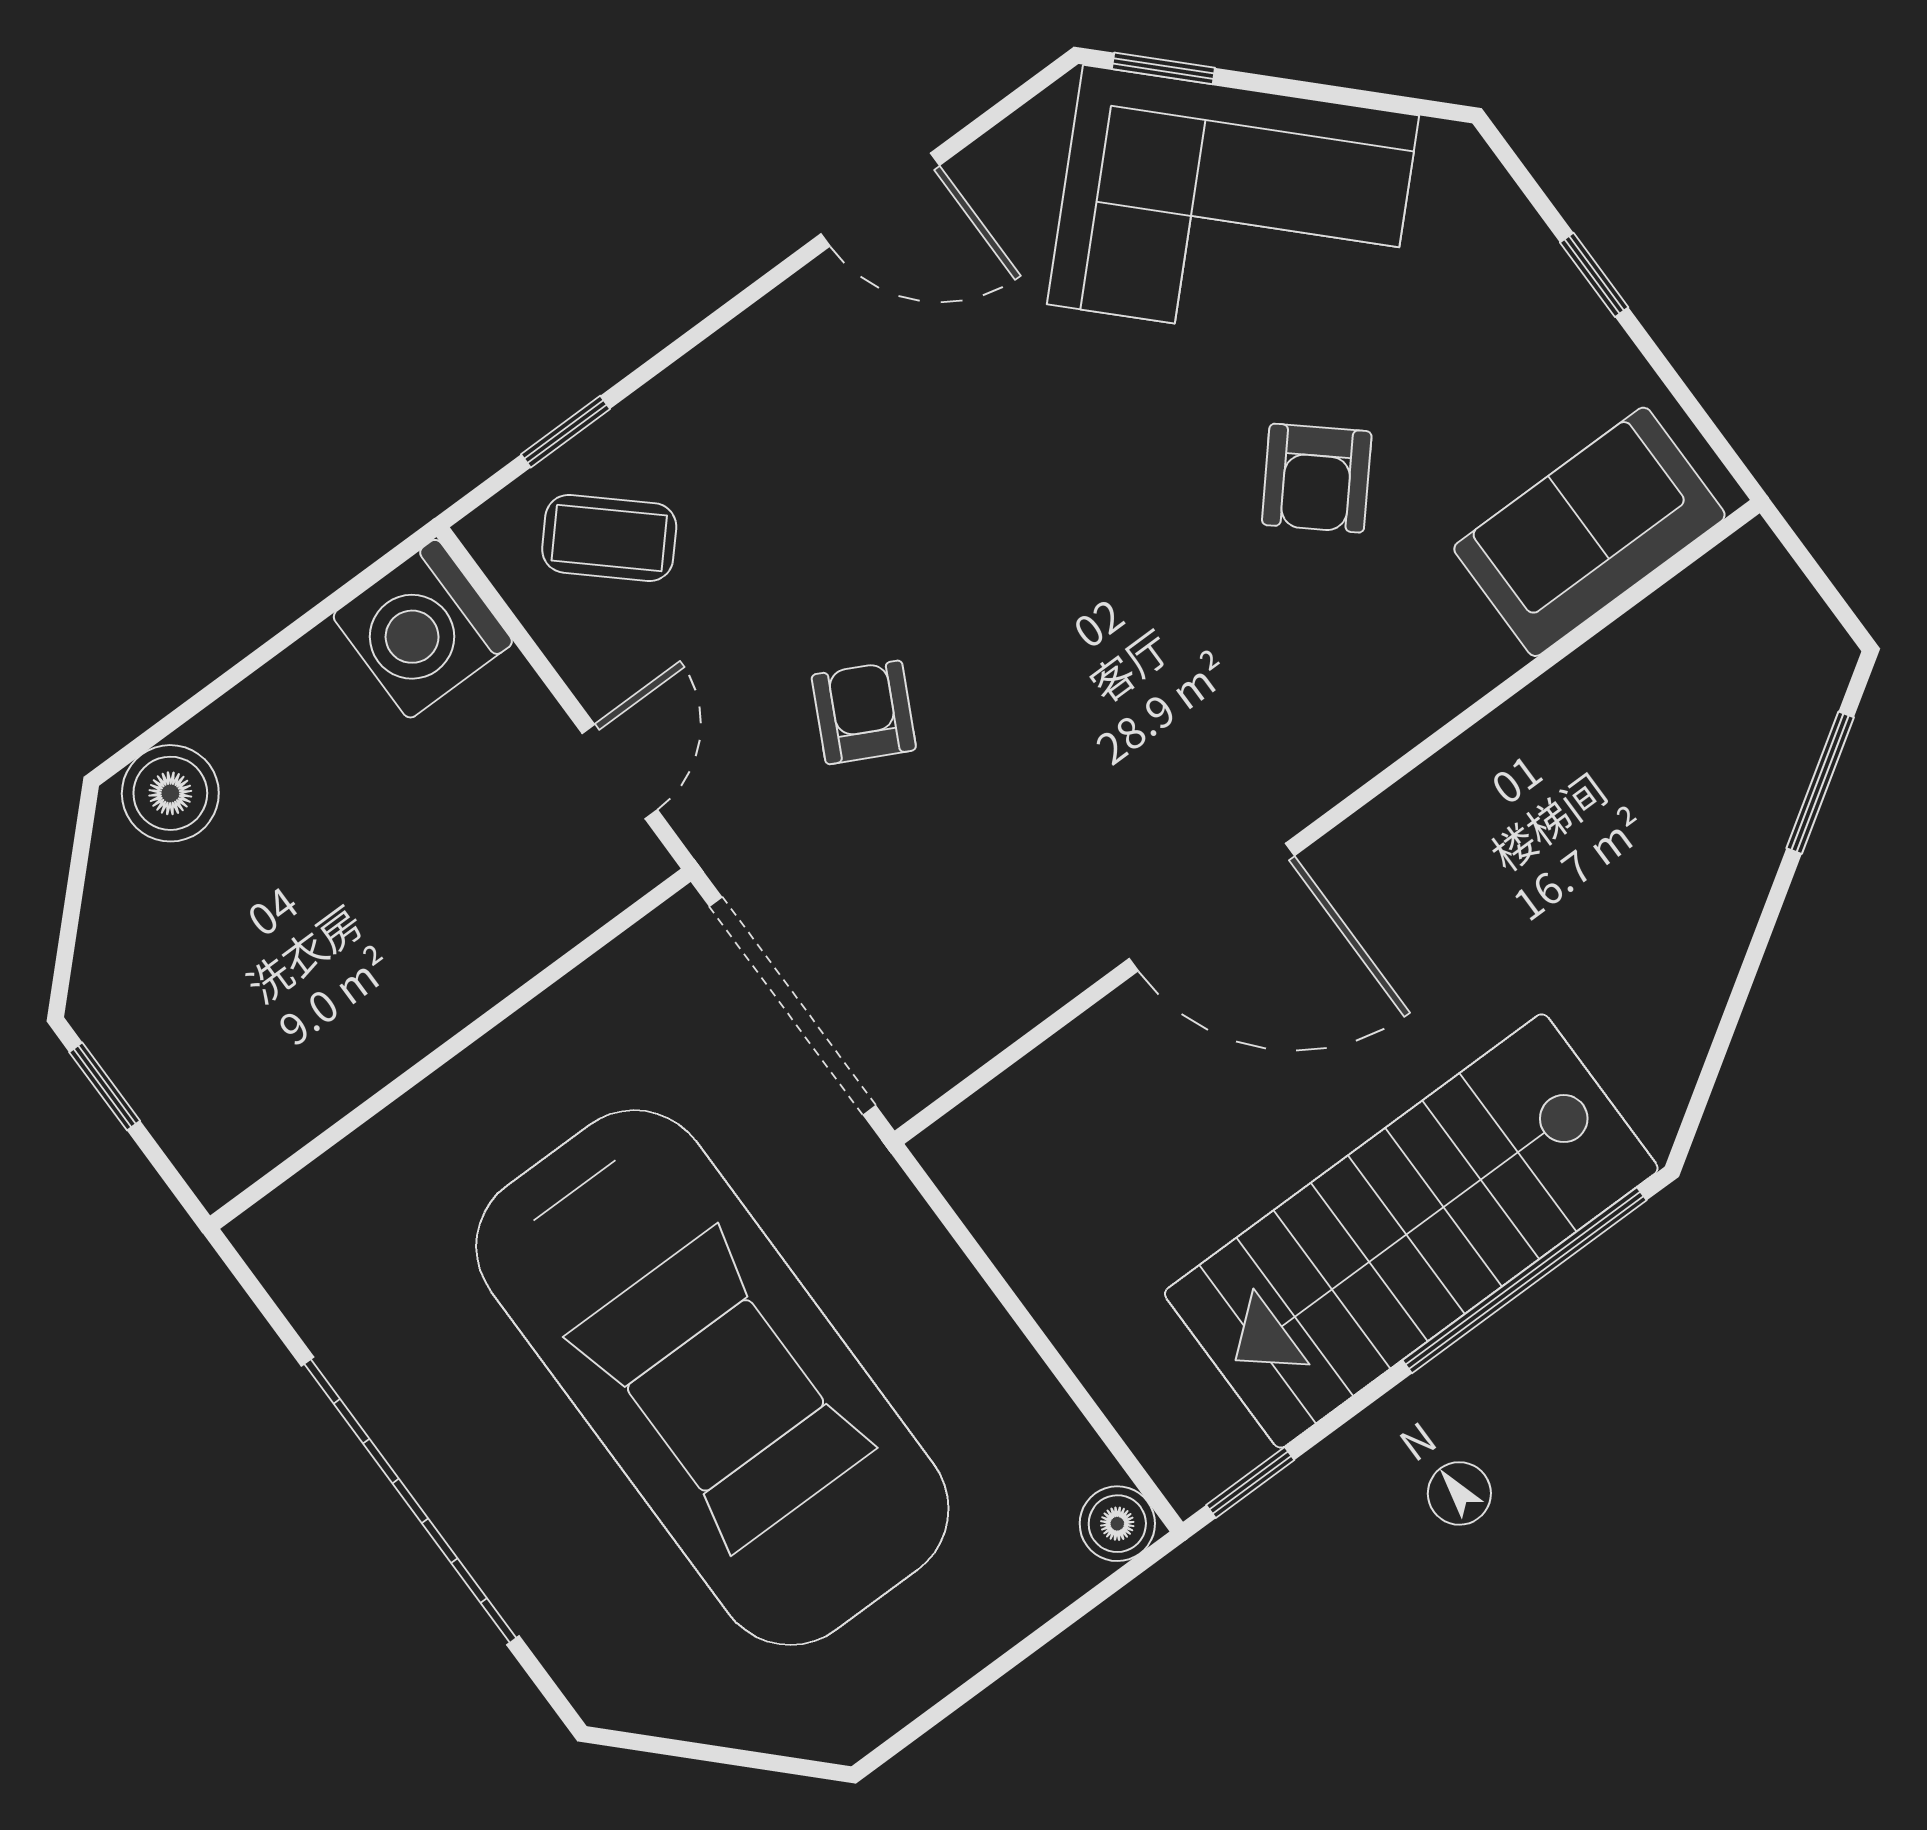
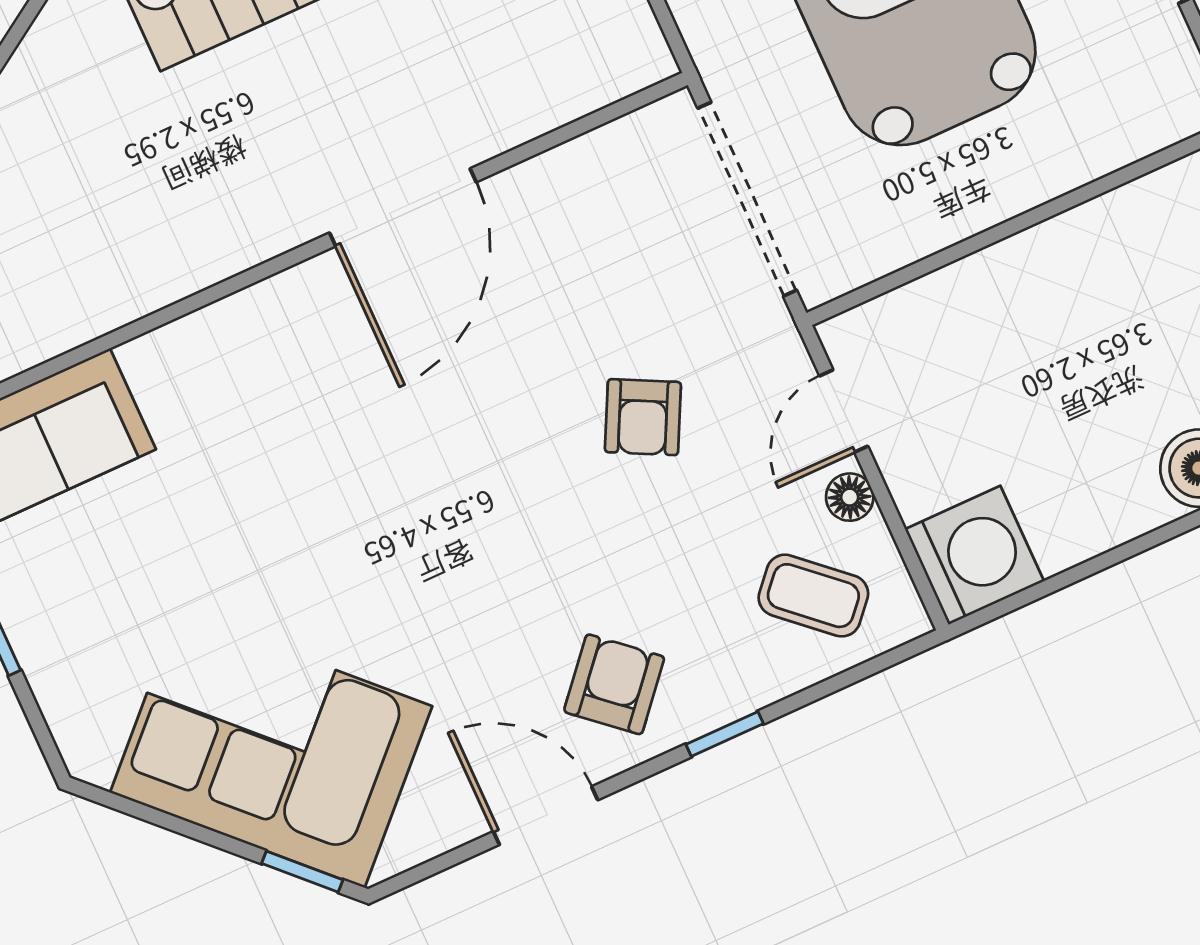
window: (566, 432) -> (725, 734), moved
armchair: (1317, 478) -> (614, 684), moved
floor lamp: (590, 668) -> (850, 497), added
door: (1212, 907) -> (403, 207), swing flipped

